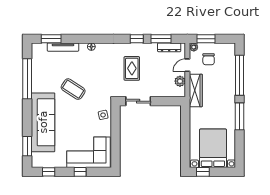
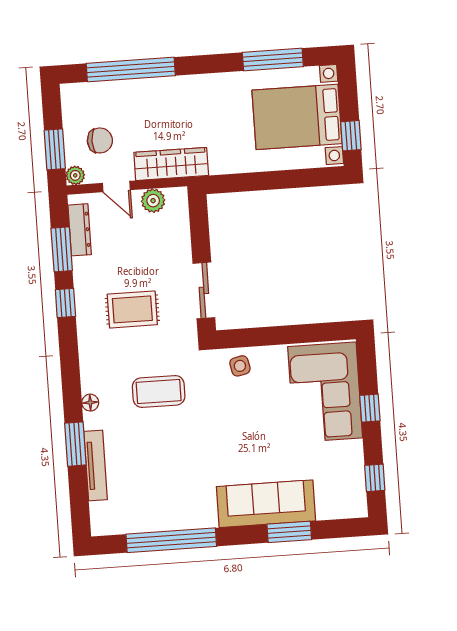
window: (51, 39) -> (75, 444), moved
coffee table: (73, 89) -> (159, 391), moved, turned 57
window: (239, 116) -> (273, 60), moved
sofa: (43, 122) -> (266, 504), width x0.74, depth x0.79
window: (27, 146) -> (289, 532), moved

